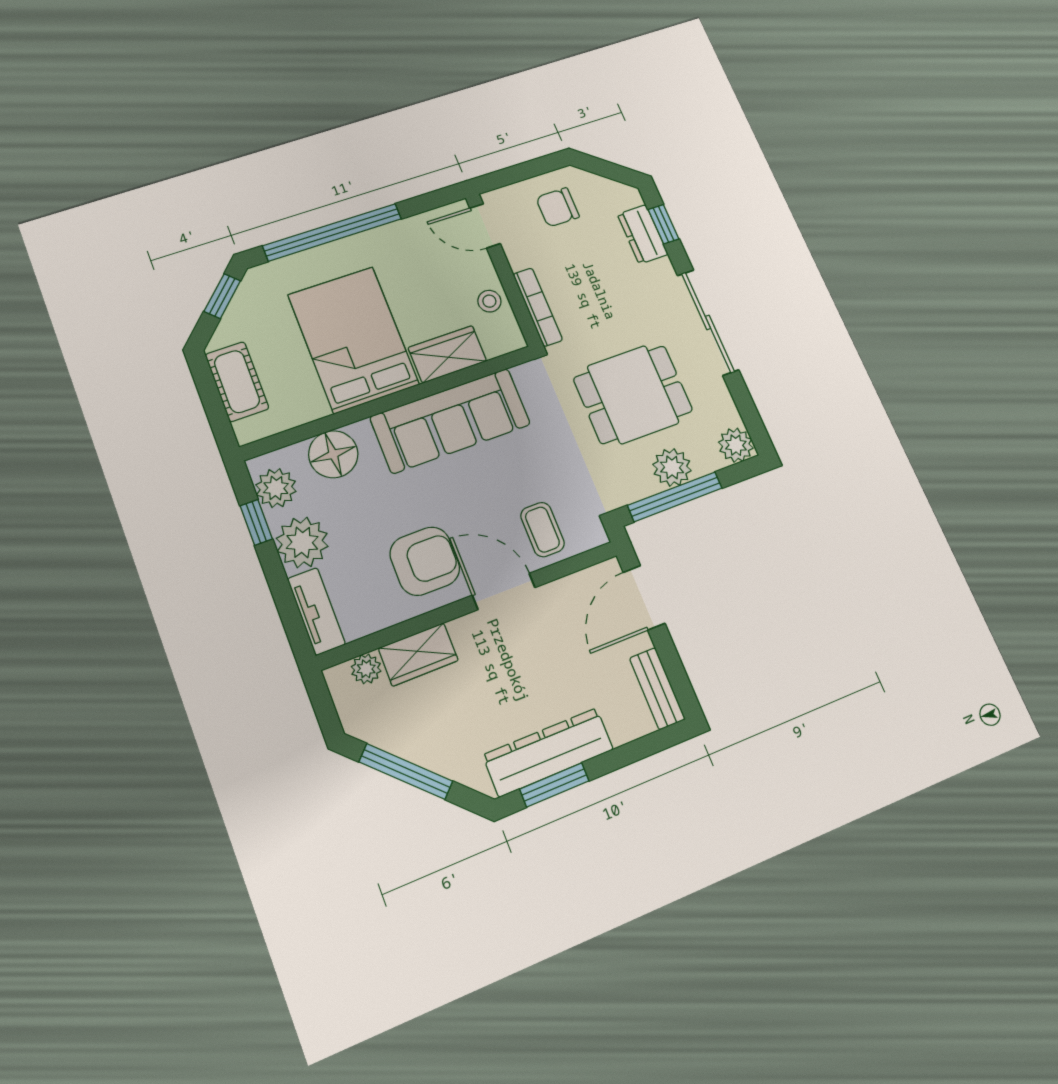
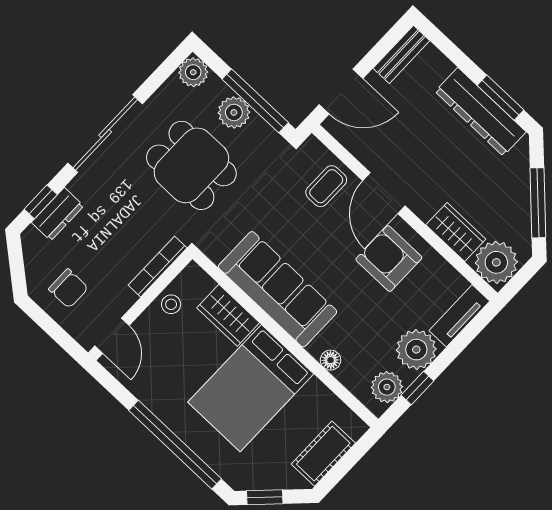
floor lamp: (333, 454) -> (331, 360), width x0.53, depth x0.53
plant: (366, 669) -> (496, 262), width x1.88, depth x1.88

